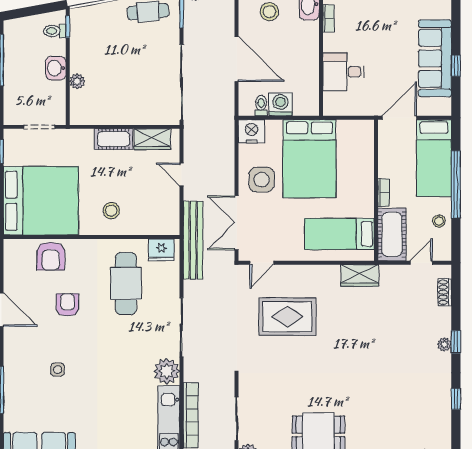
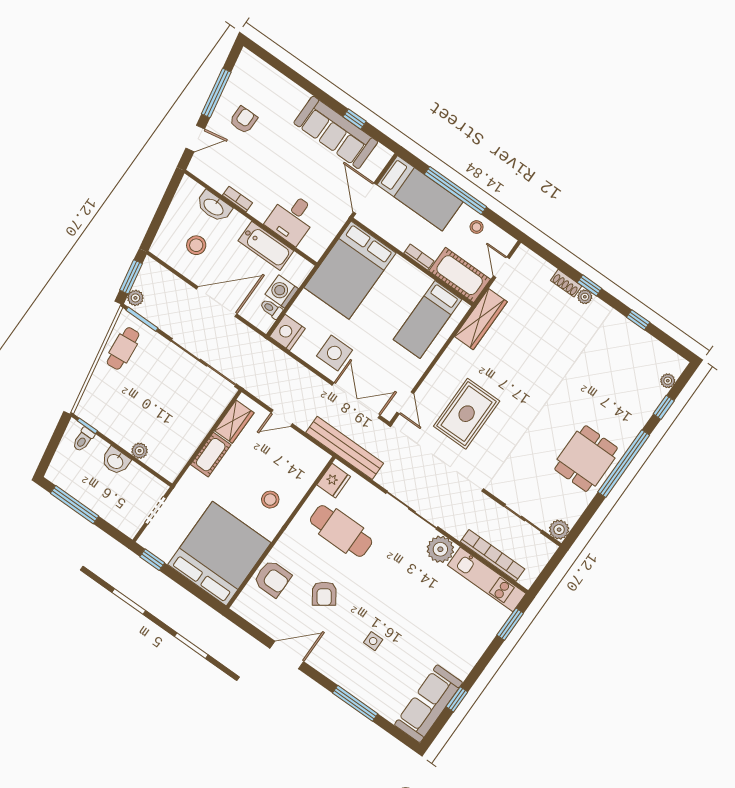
bathtub: (308, 67) -> (266, 246), added
bed: (309, 159) -> (350, 270), moved, turned 90
double door: (237, 223) -> (356, 400), swing flipped
wardrobe: (360, 275) -> (481, 319), width x1.50
shoe rack: (445, 292) -> (566, 283), moved
armchair: (68, 305) -> (324, 594), turned -125

